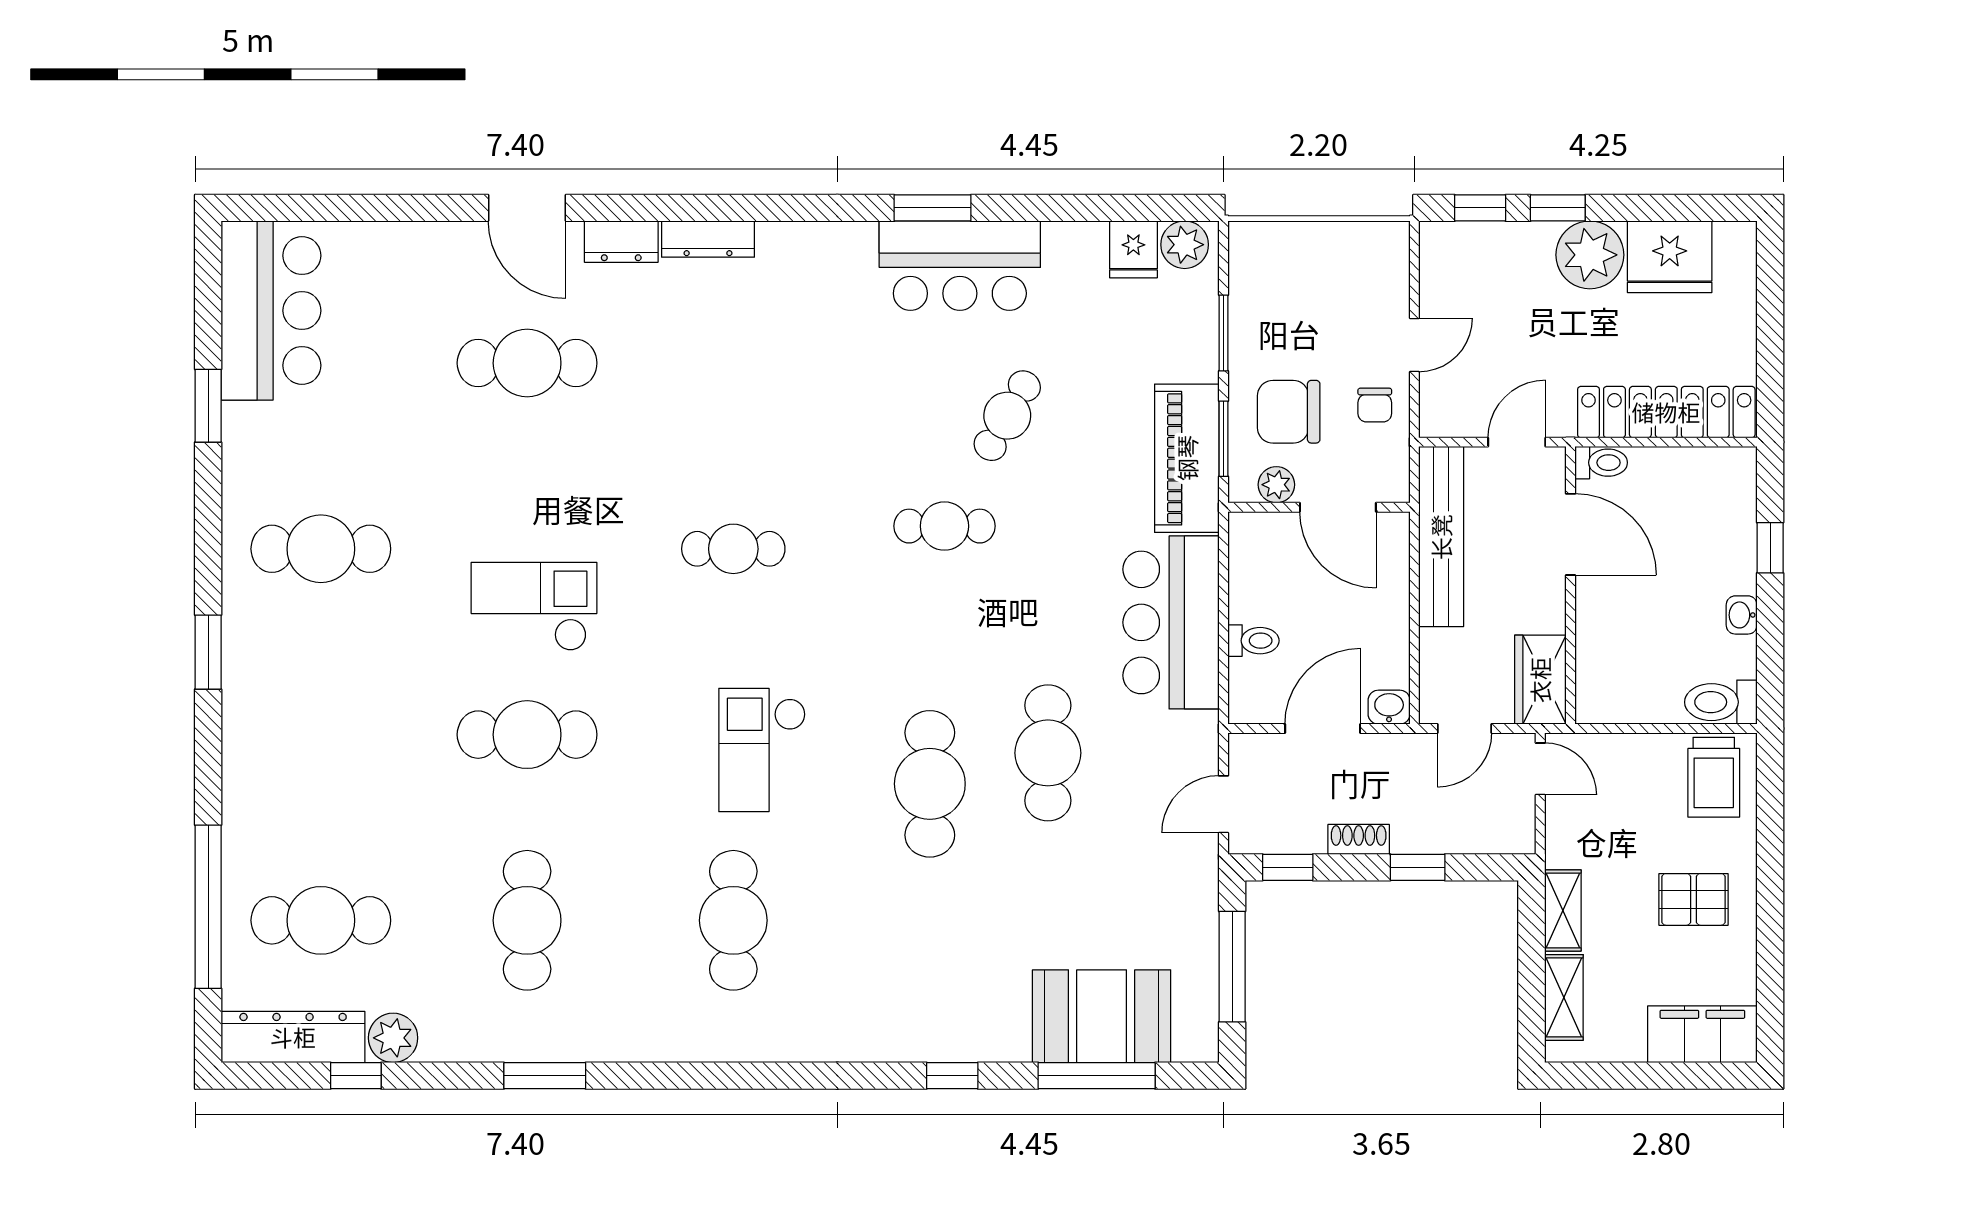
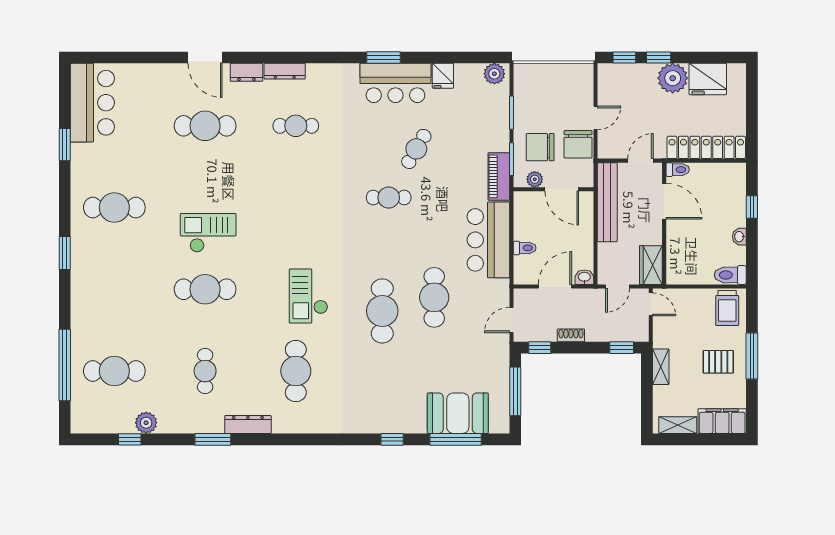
fridge: (1133, 249) -> (443, 76), moved
chair: (1375, 405) -> (578, 144), width x1.87, depth x1.87
piano: (1187, 458) -> (499, 176), width x0.73, depth x0.75
cafe table: (733, 549) -> (296, 126), moved
window: (1418, 867) -> (622, 348), moved
window: (1770, 886) -> (752, 356), added
cafe table: (527, 920) -> (205, 371), width x0.73, depth x0.74
shelving: (1564, 997) -> (678, 425), moved, turned 90
dresser: (293, 1037) -> (248, 425), moved, width x0.73, depth x0.80

